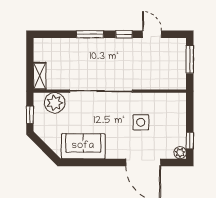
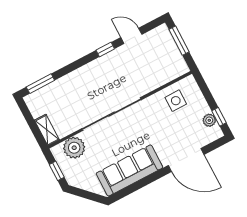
window: (90, 34) -> (40, 84), moved
side table: (141, 122) -> (176, 101), moved
sofa: (83, 146) -> (129, 170), width x1.36
plant: (180, 153) -> (209, 120), moved

